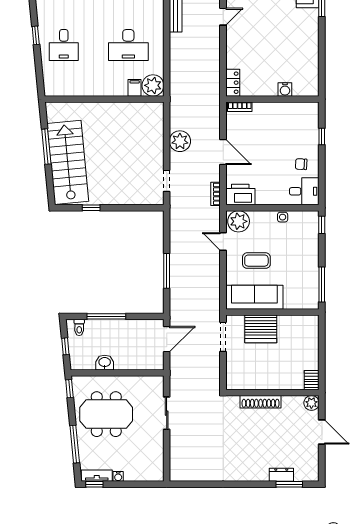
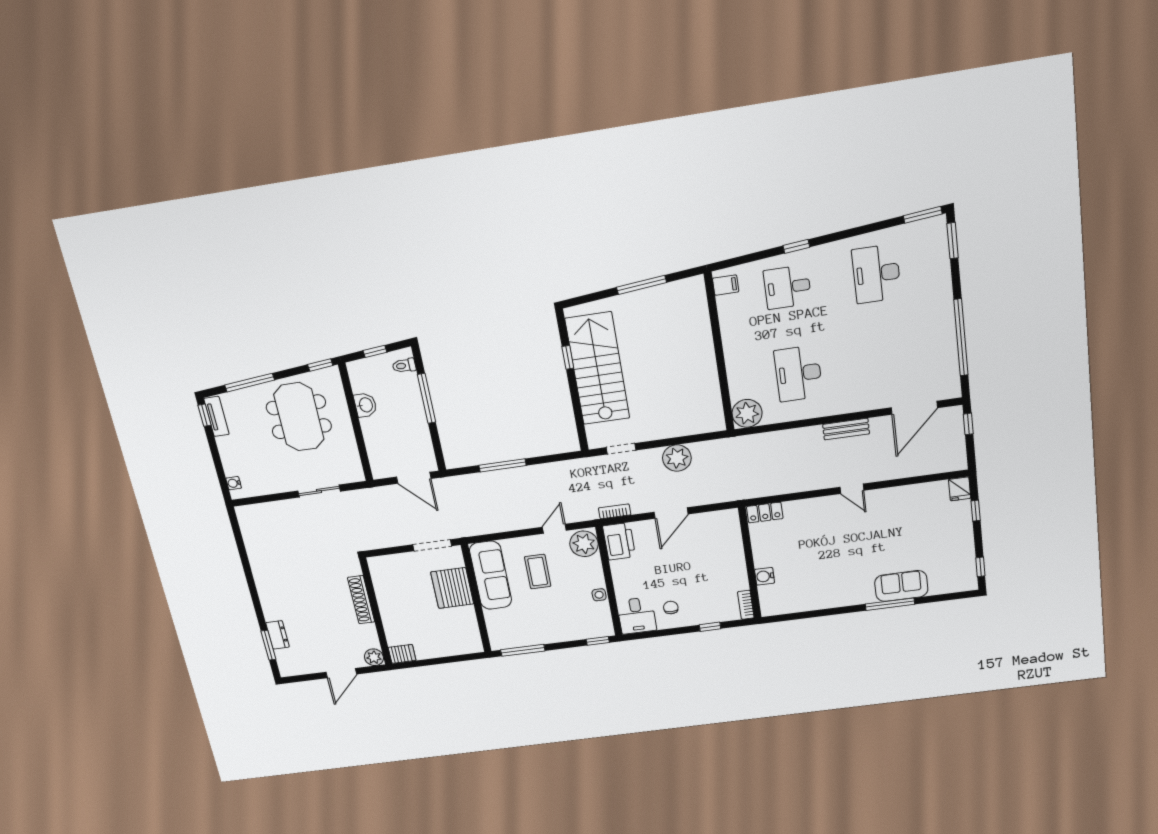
filing cabinet: (135, 88) -> (726, 285), moved
bookcase: (240, 107) -> (746, 605), moved
stairs: (68, 162) -> (597, 369), moved, turned -85
water cooler: (118, 476) -> (234, 483), moved

